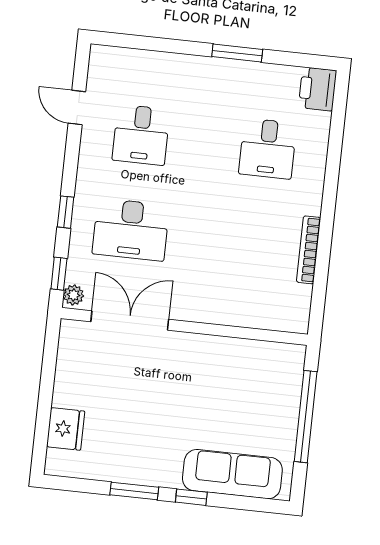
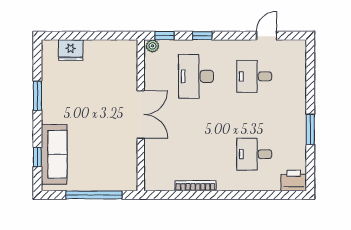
double door: (130, 320) -> (141, 114), moved
window: (191, 497) -> (37, 157), moved

